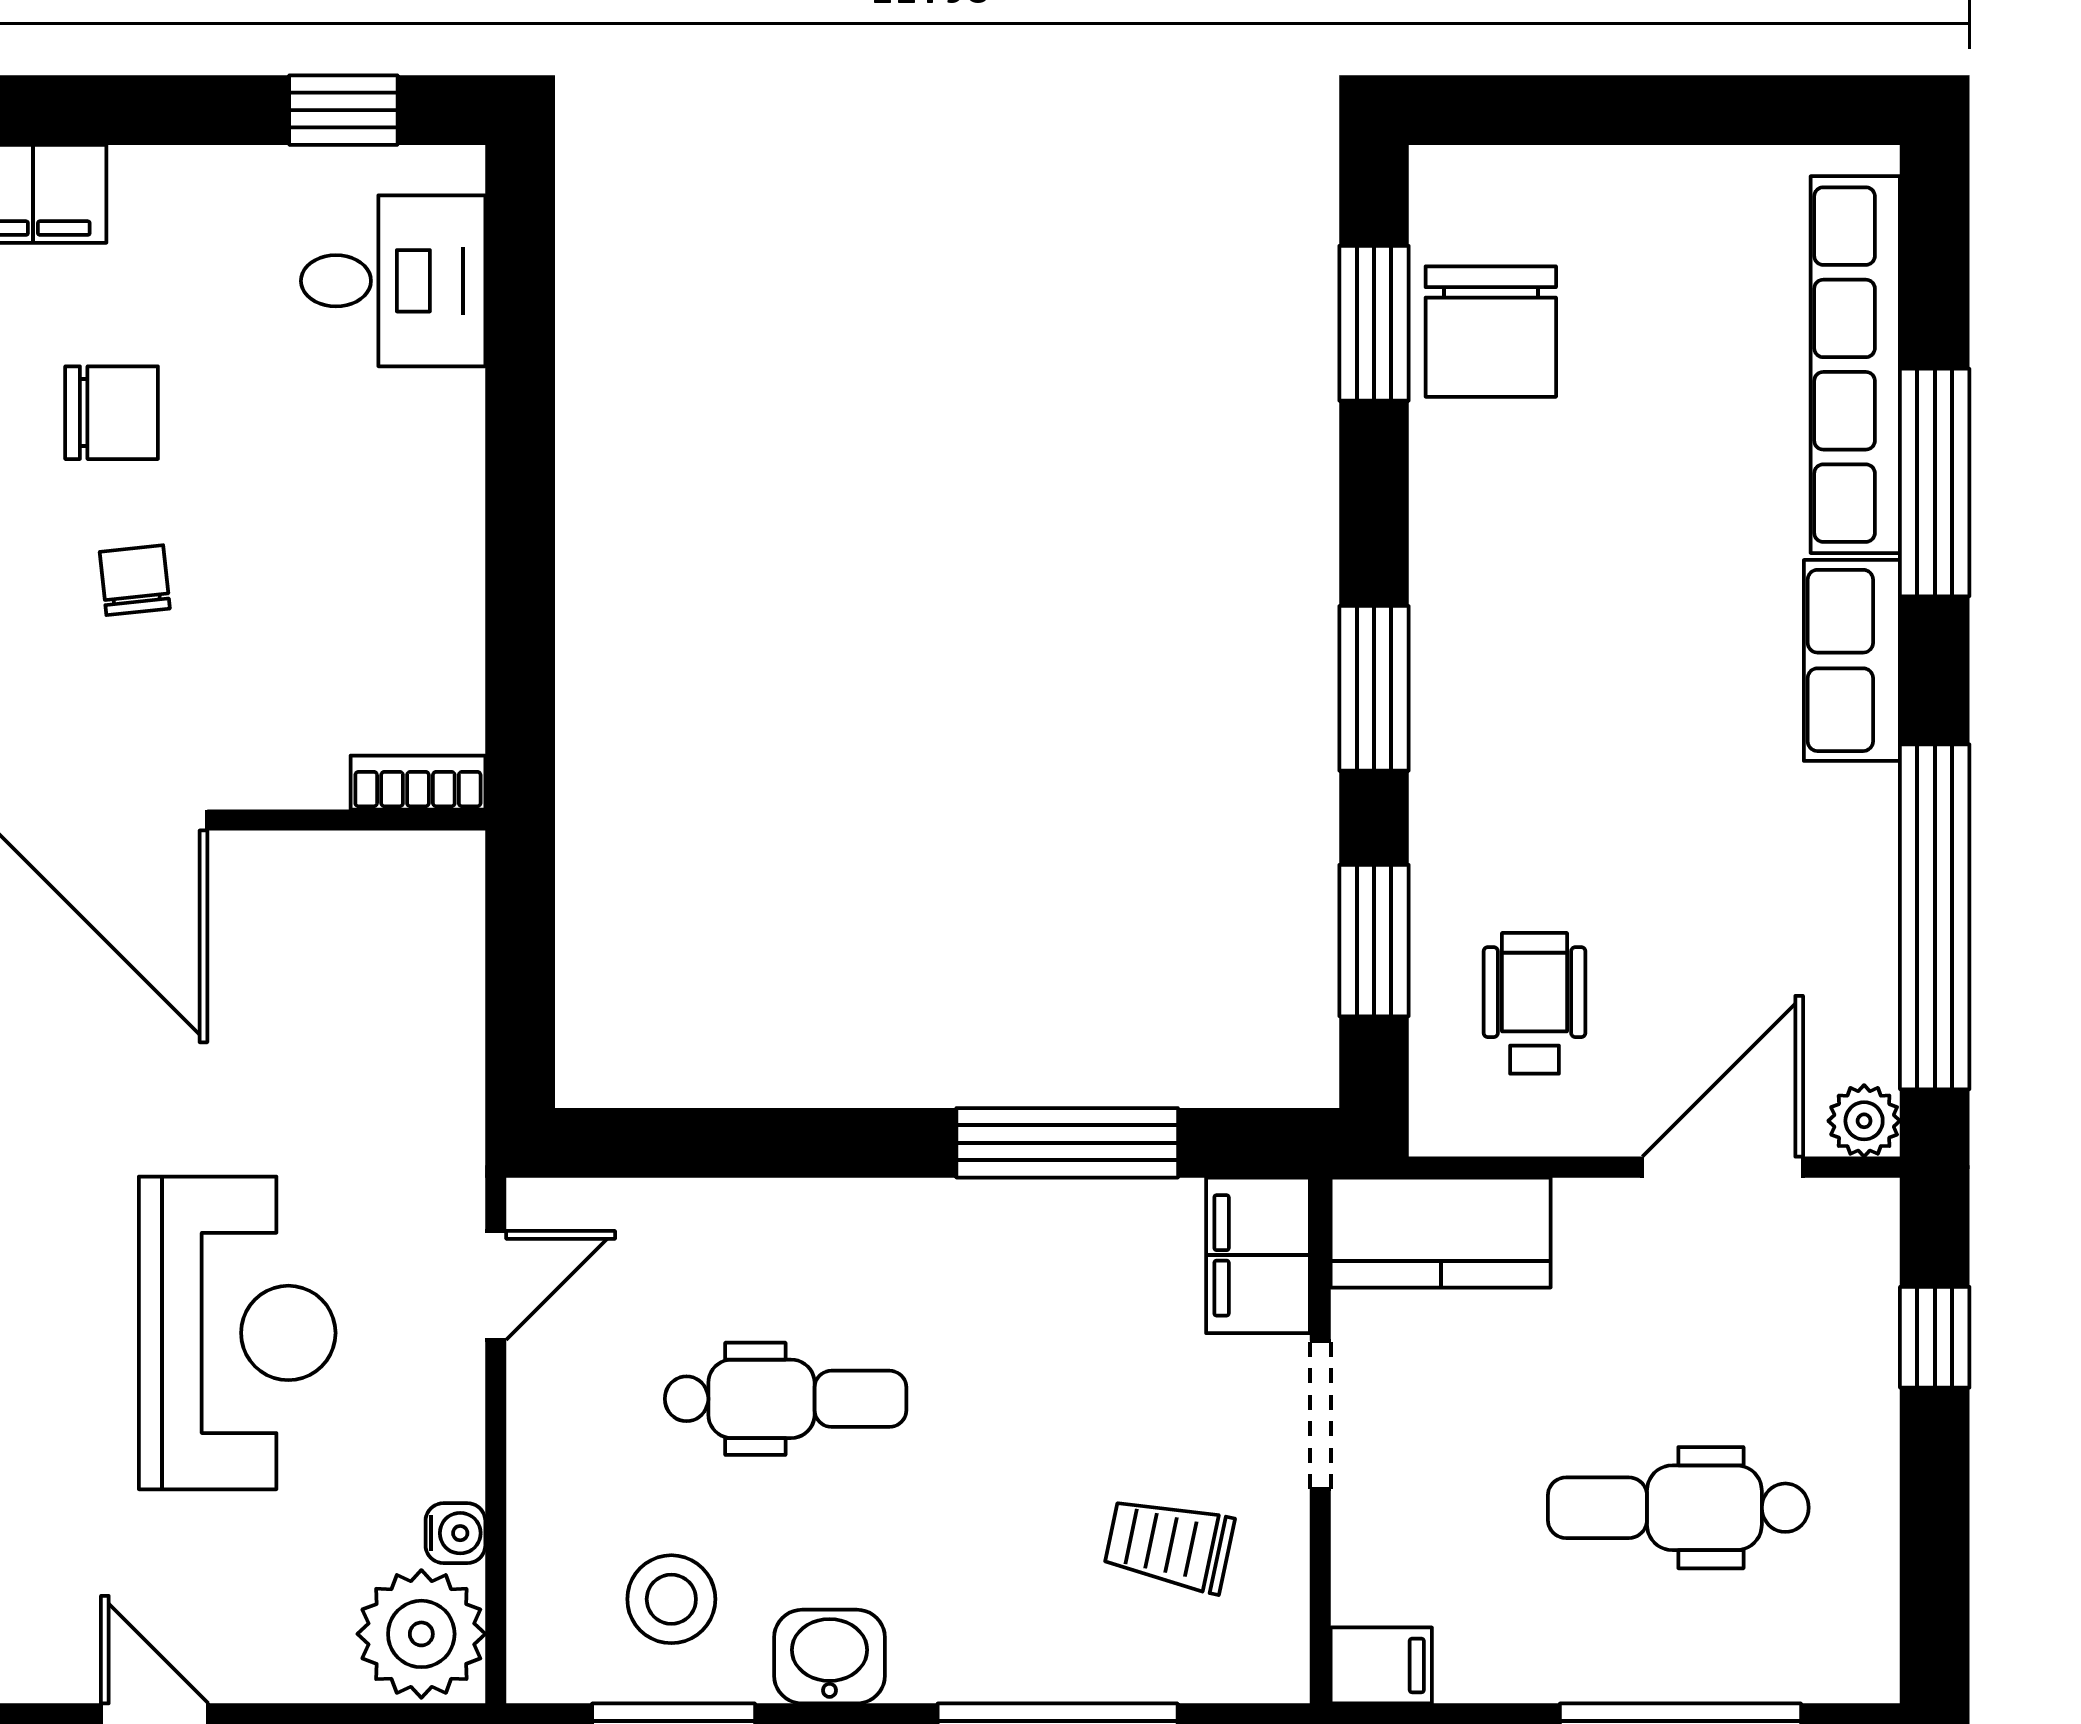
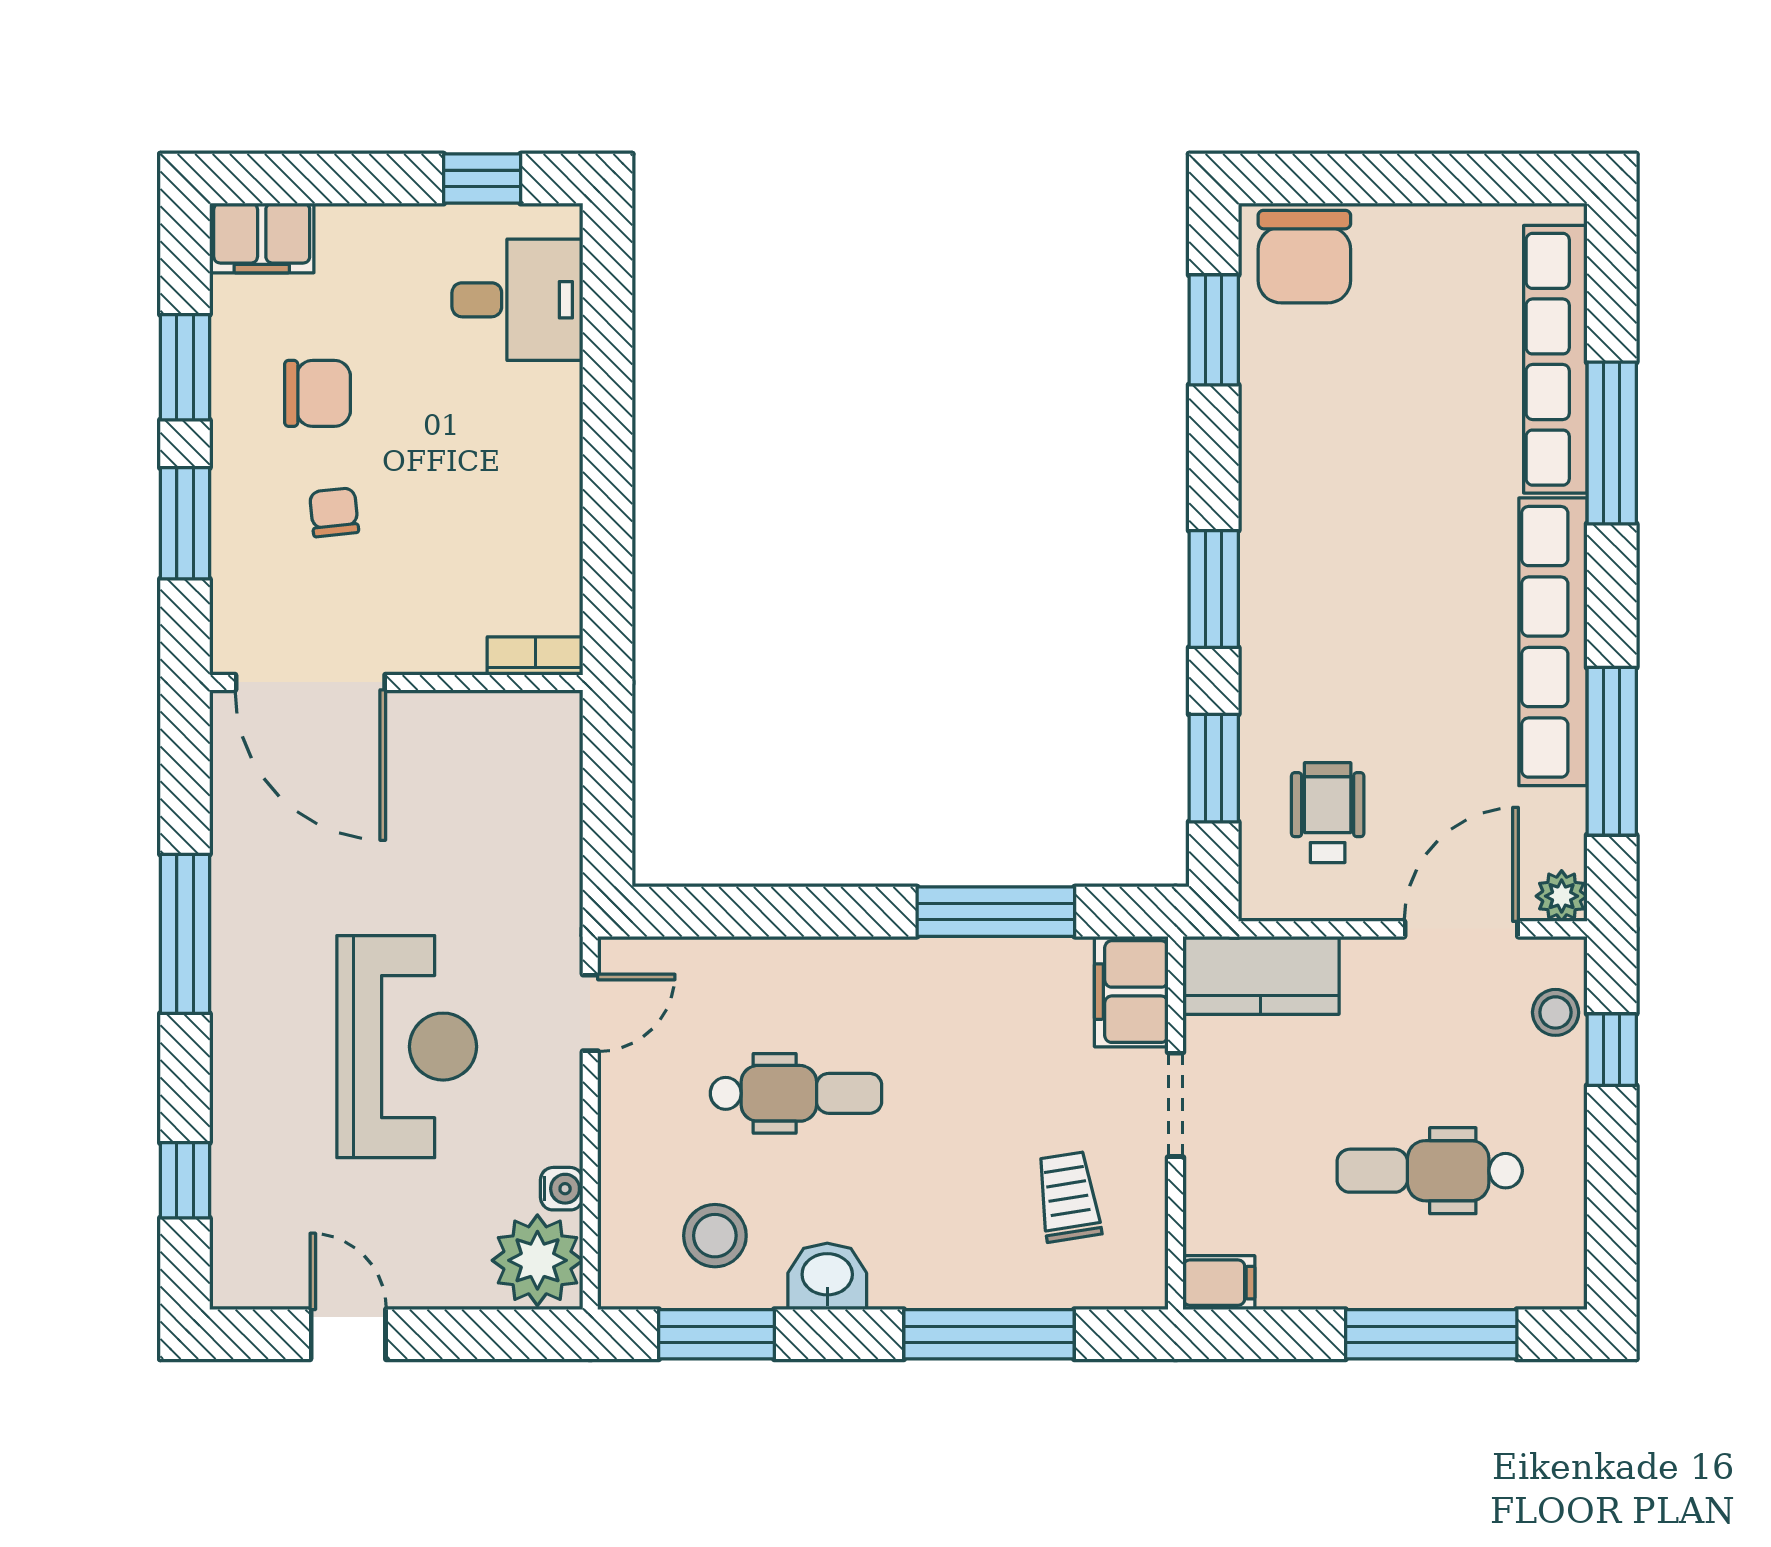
chair: (1491, 332) -> (1304, 257), moved
row of seats: (1852, 660) -> (1553, 642), width x2.02
window: (1935, 917) -> (1612, 751), width x0.68
stool: (1856, 1285) -> (1556, 1012), added
trolley: (1169, 1545) -> (1068, 1197), turned 69

